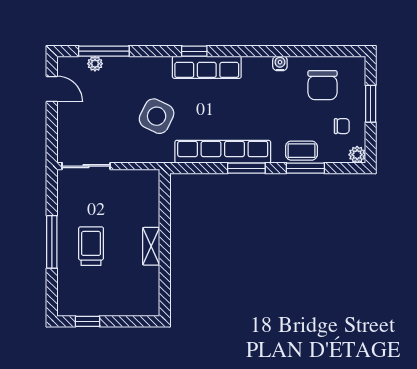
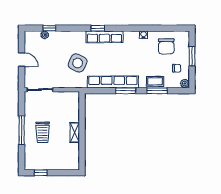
window: (104, 51) -> (49, 28), width x0.46
door: (52, 89) -> (22, 60), moved
trolley: (91, 246) -> (43, 132), turned 180

